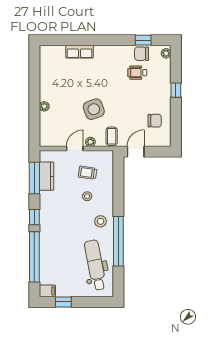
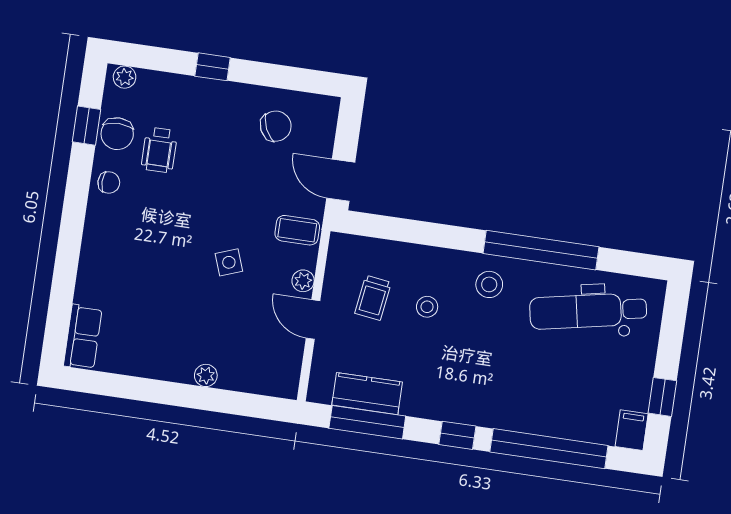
row of seats: (80, 52) -> (83, 337), moved
chair: (120, 53) -> (109, 183), added
side table: (94, 109) -> (229, 262), width x0.54, depth x0.54
chair: (155, 121) -> (276, 126), turned 65

